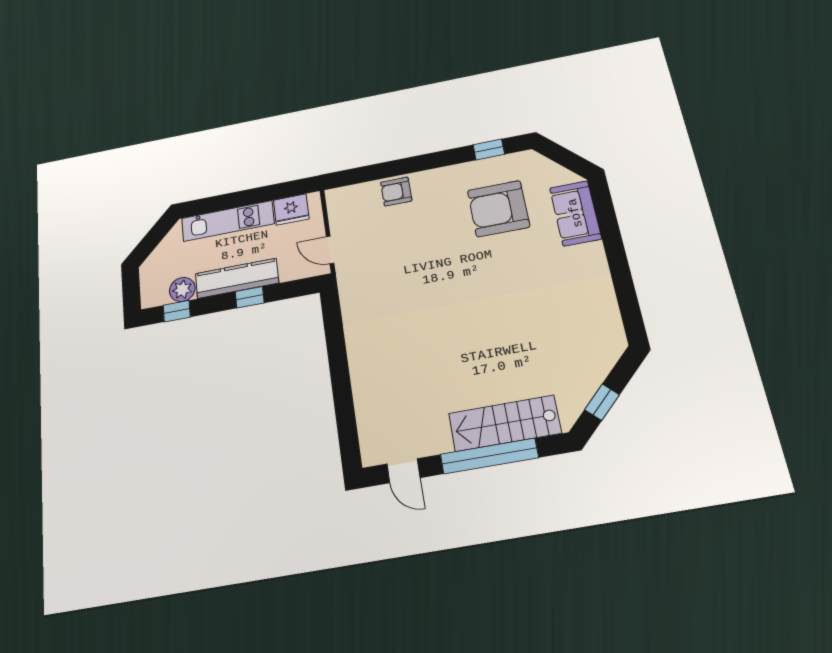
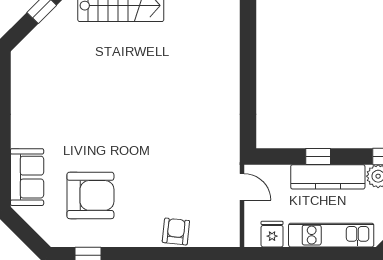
armchair: (396, 191) -> (176, 231), turned -84
fridge: (291, 210) -> (272, 234), width x0.72

